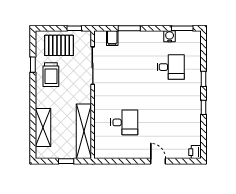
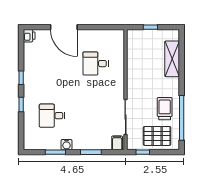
window: (182, 28) -> (55, 152), moved
water cooler: (170, 36) -> (67, 145), moved
filing cabinet: (112, 38) -> (117, 143), moved
window: (33, 65) -> (182, 118), width x3.17
shelving: (84, 131) -> (134, 55), removed
door: (158, 161) -> (64, 27), width x1.88

